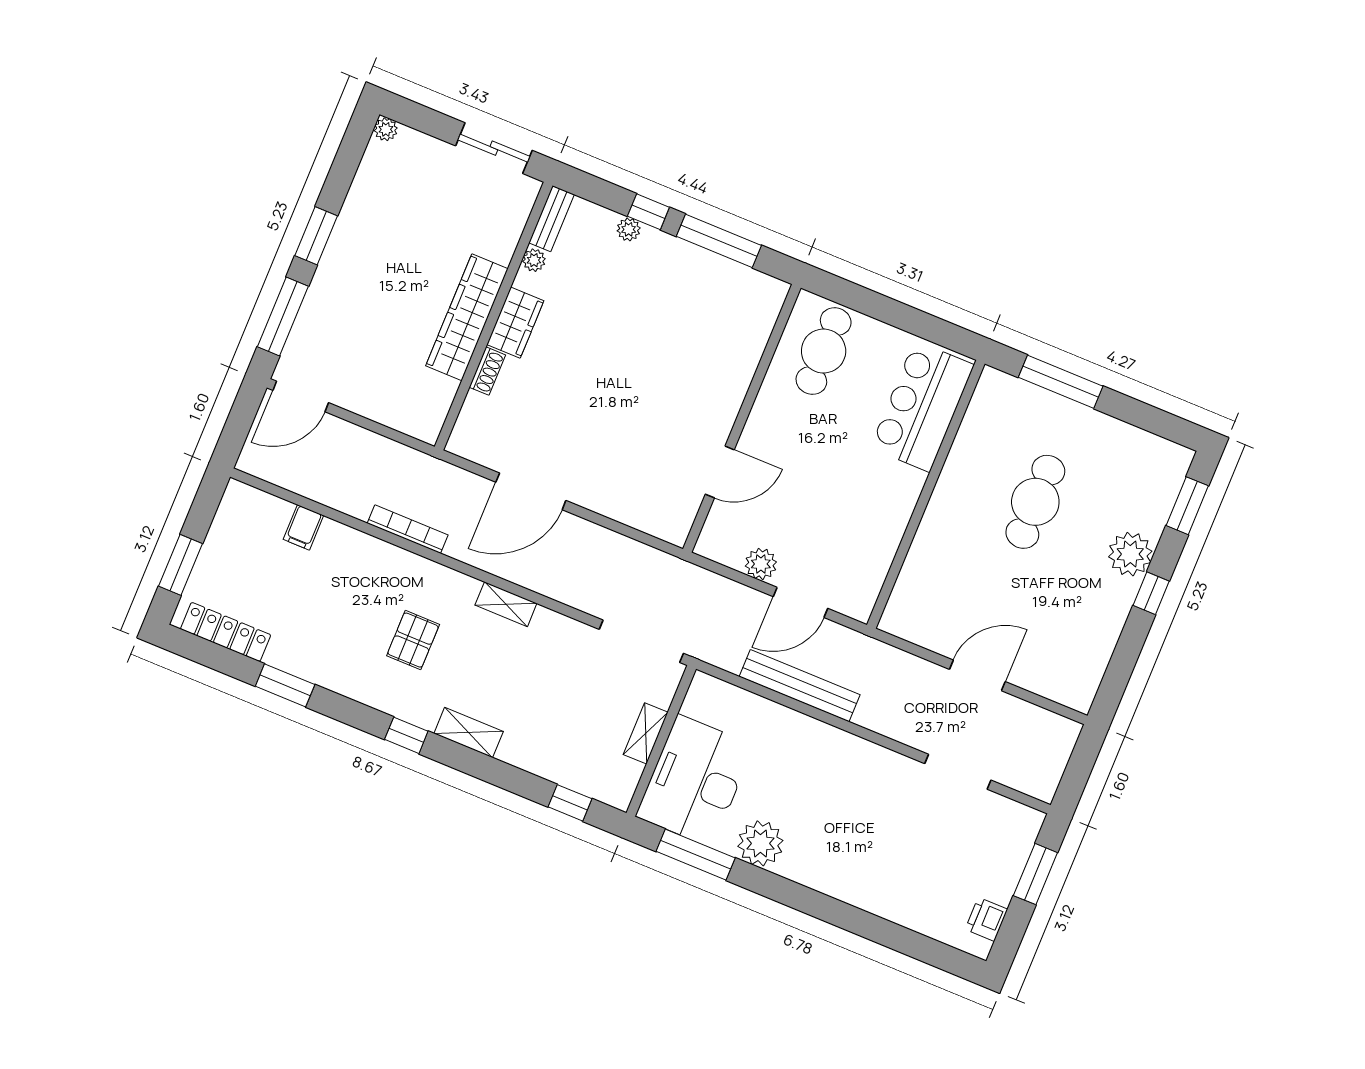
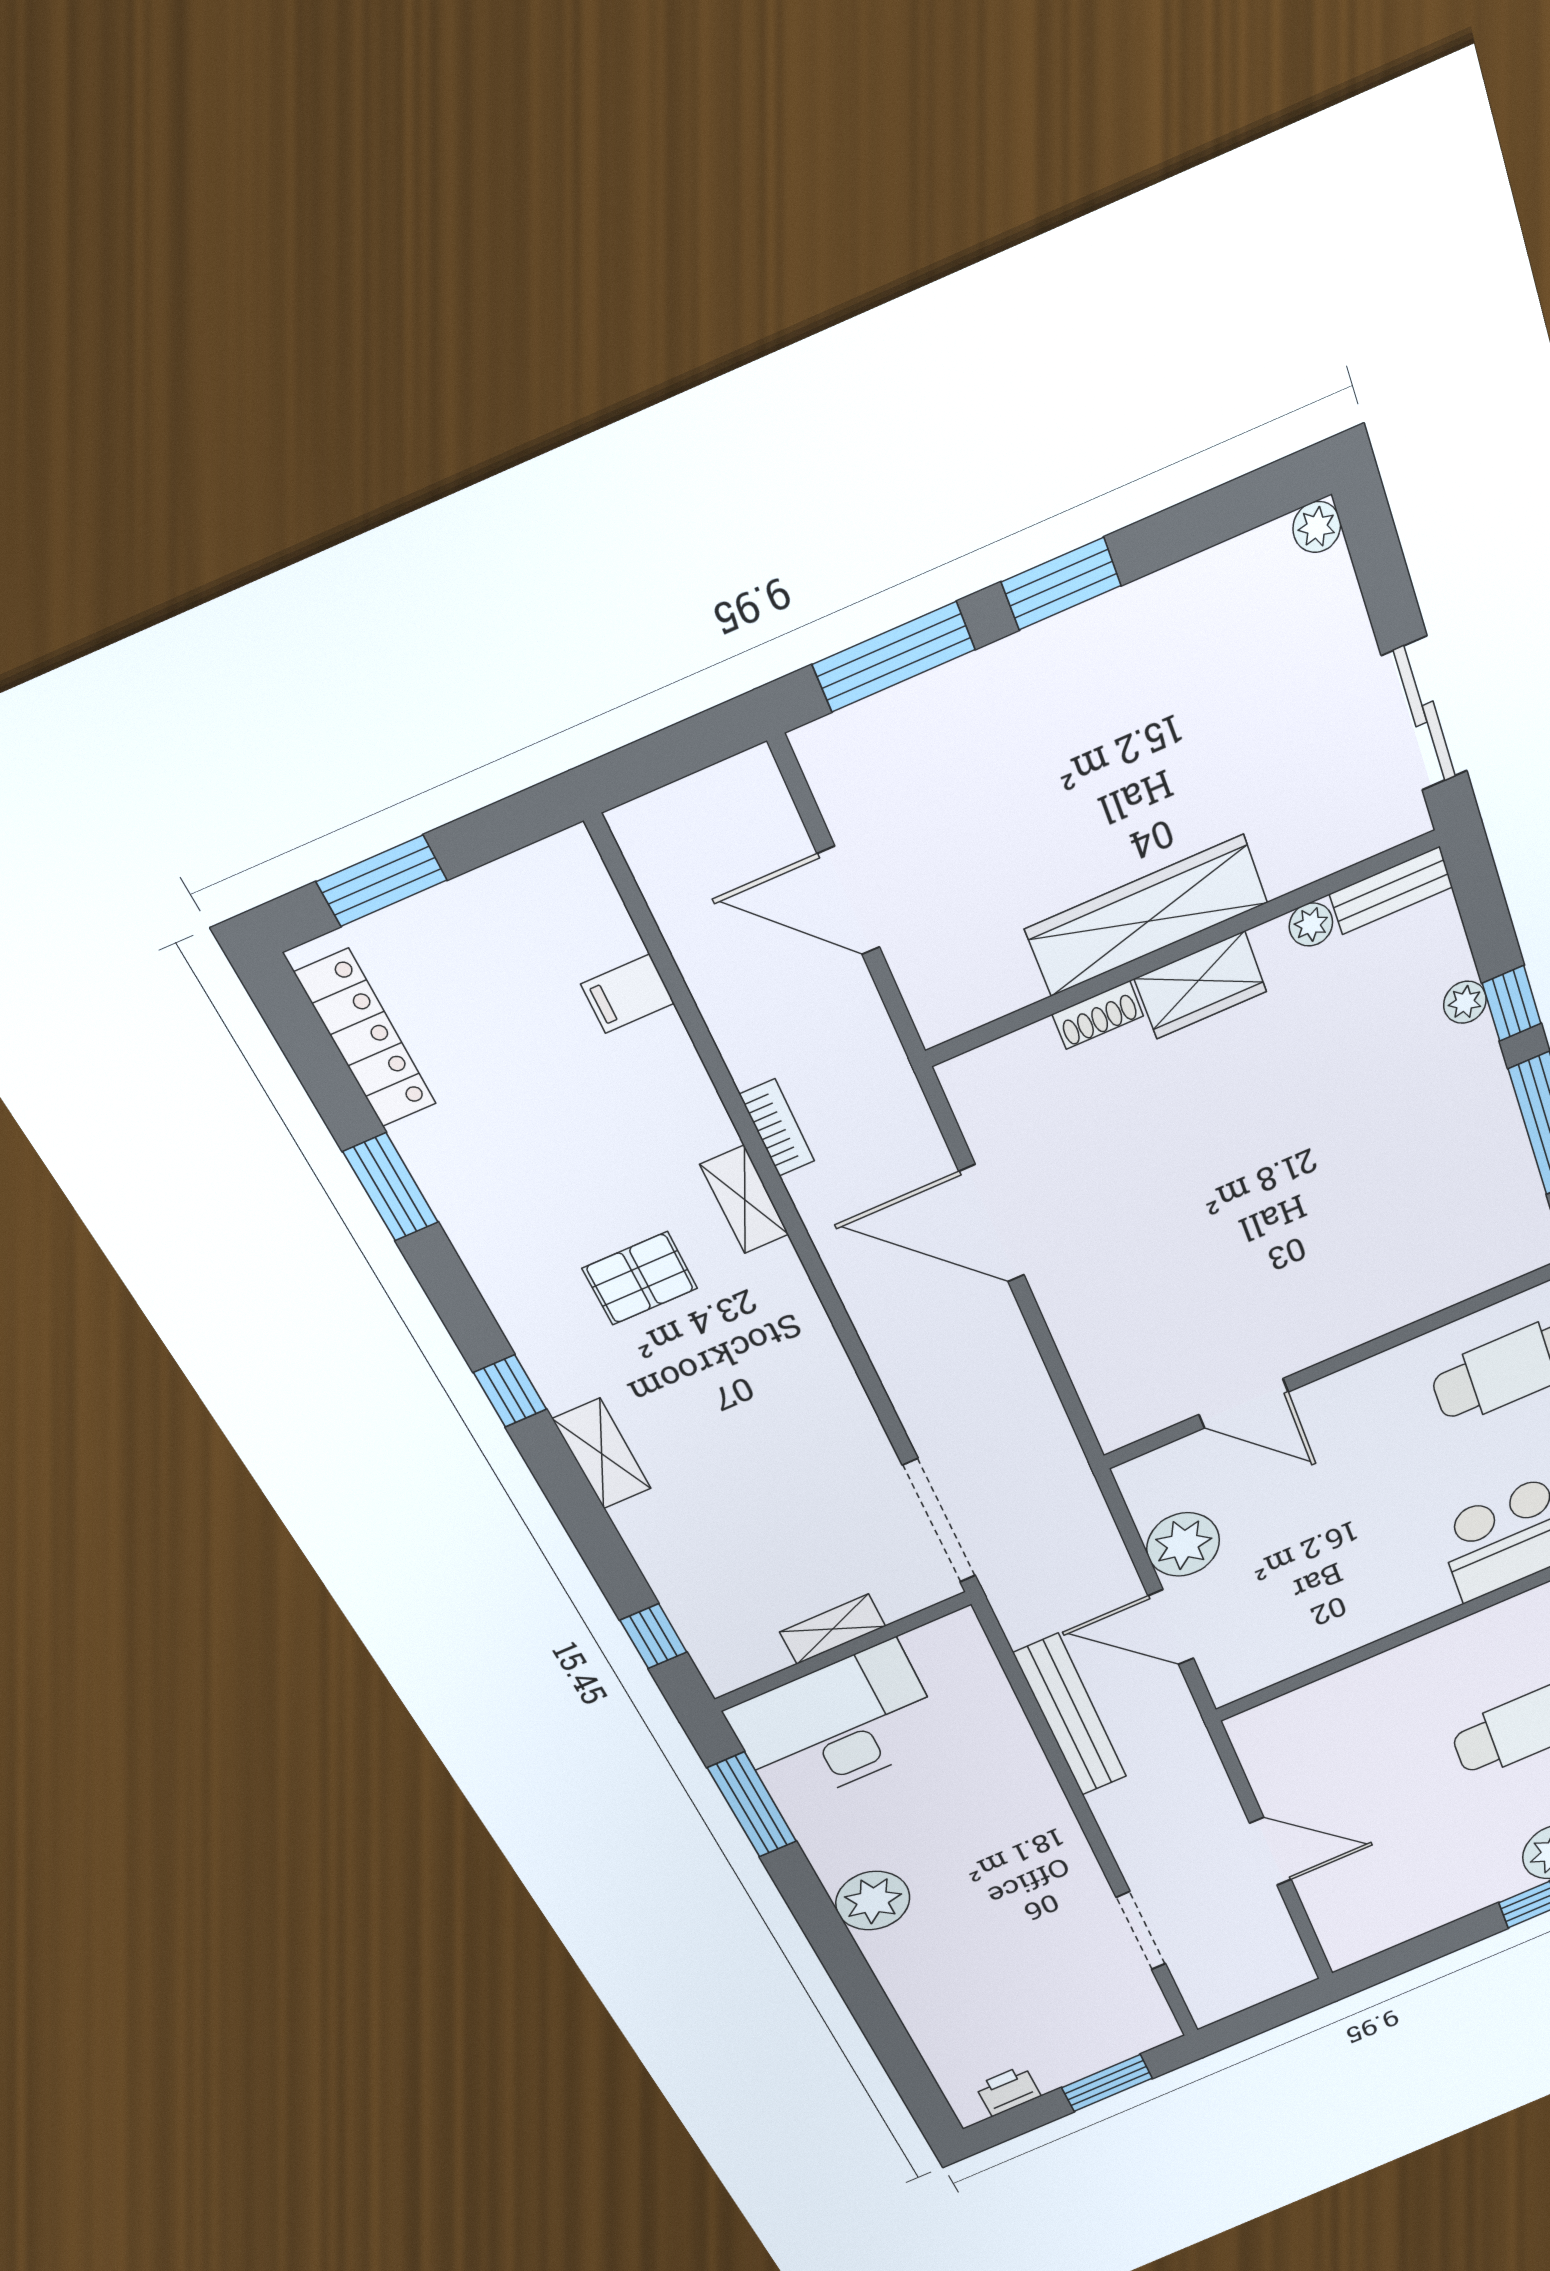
door: (301, 396) -> (849, 901), moved
bookcase: (408, 529) -> (777, 1128), width x0.64
plant: (761, 564) -> (1183, 1544), width x1.36, depth x1.36
shelving: (506, 604) -> (745, 1200), moved
plant: (760, 843) -> (873, 1901), moved

